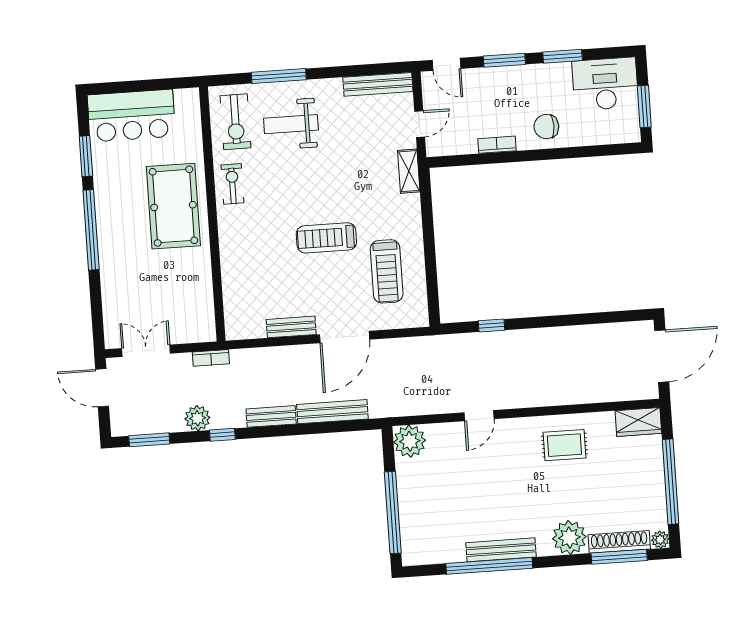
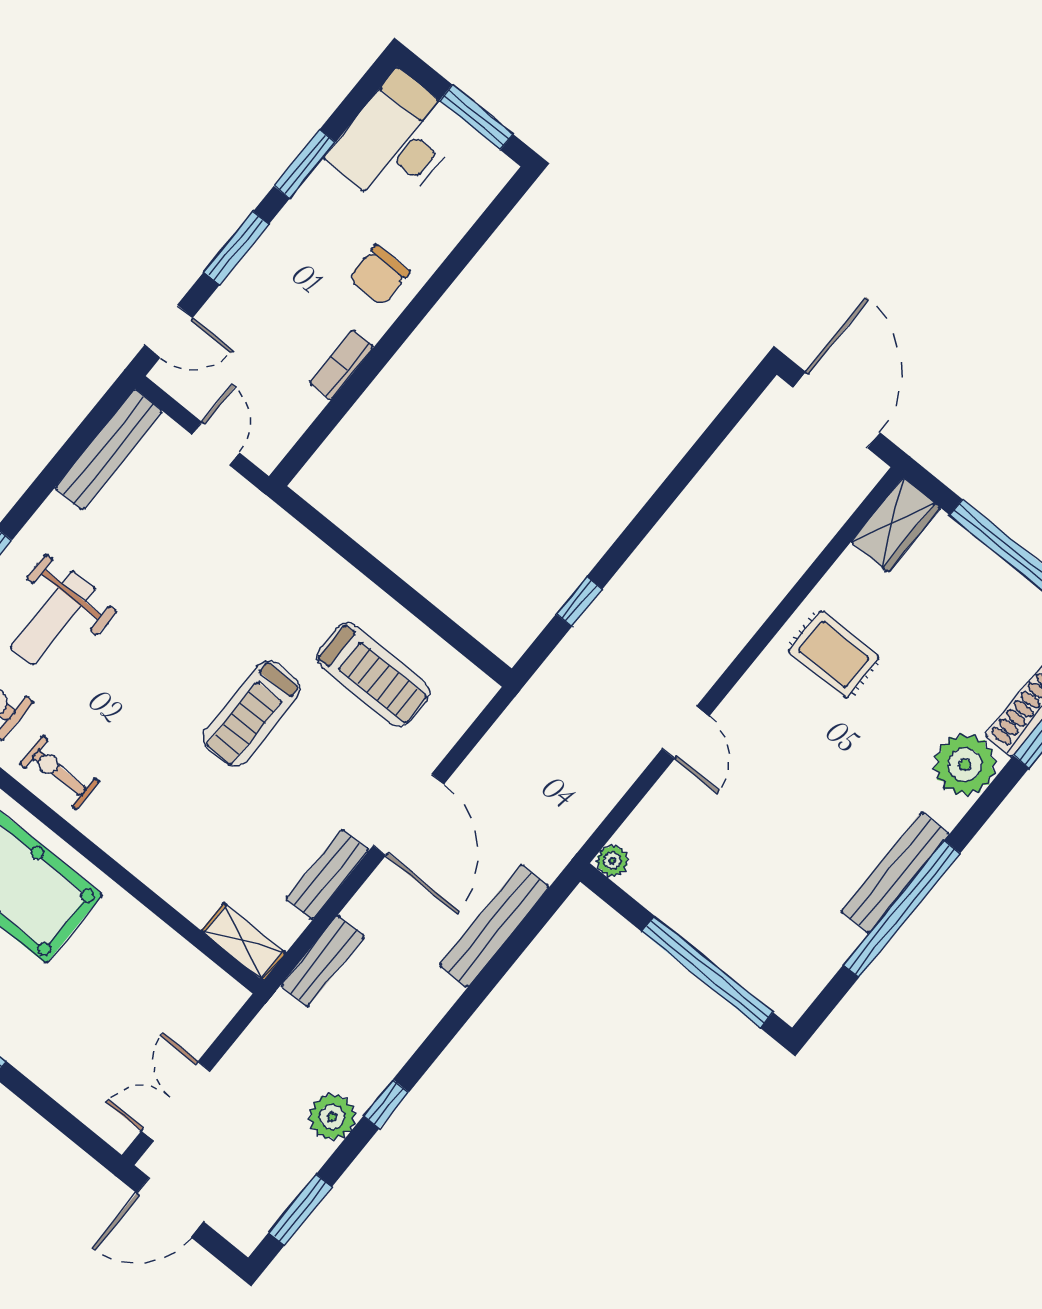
shelving: (409, 171) -> (243, 942), moved
bookcase: (211, 358) -> (268, 1022), removed
bench: (271, 416) -> (323, 961), moved
plant: (410, 441) -> (612, 861), width x0.53, depth x0.53
rug: (564, 445) -> (834, 654), turned 90

